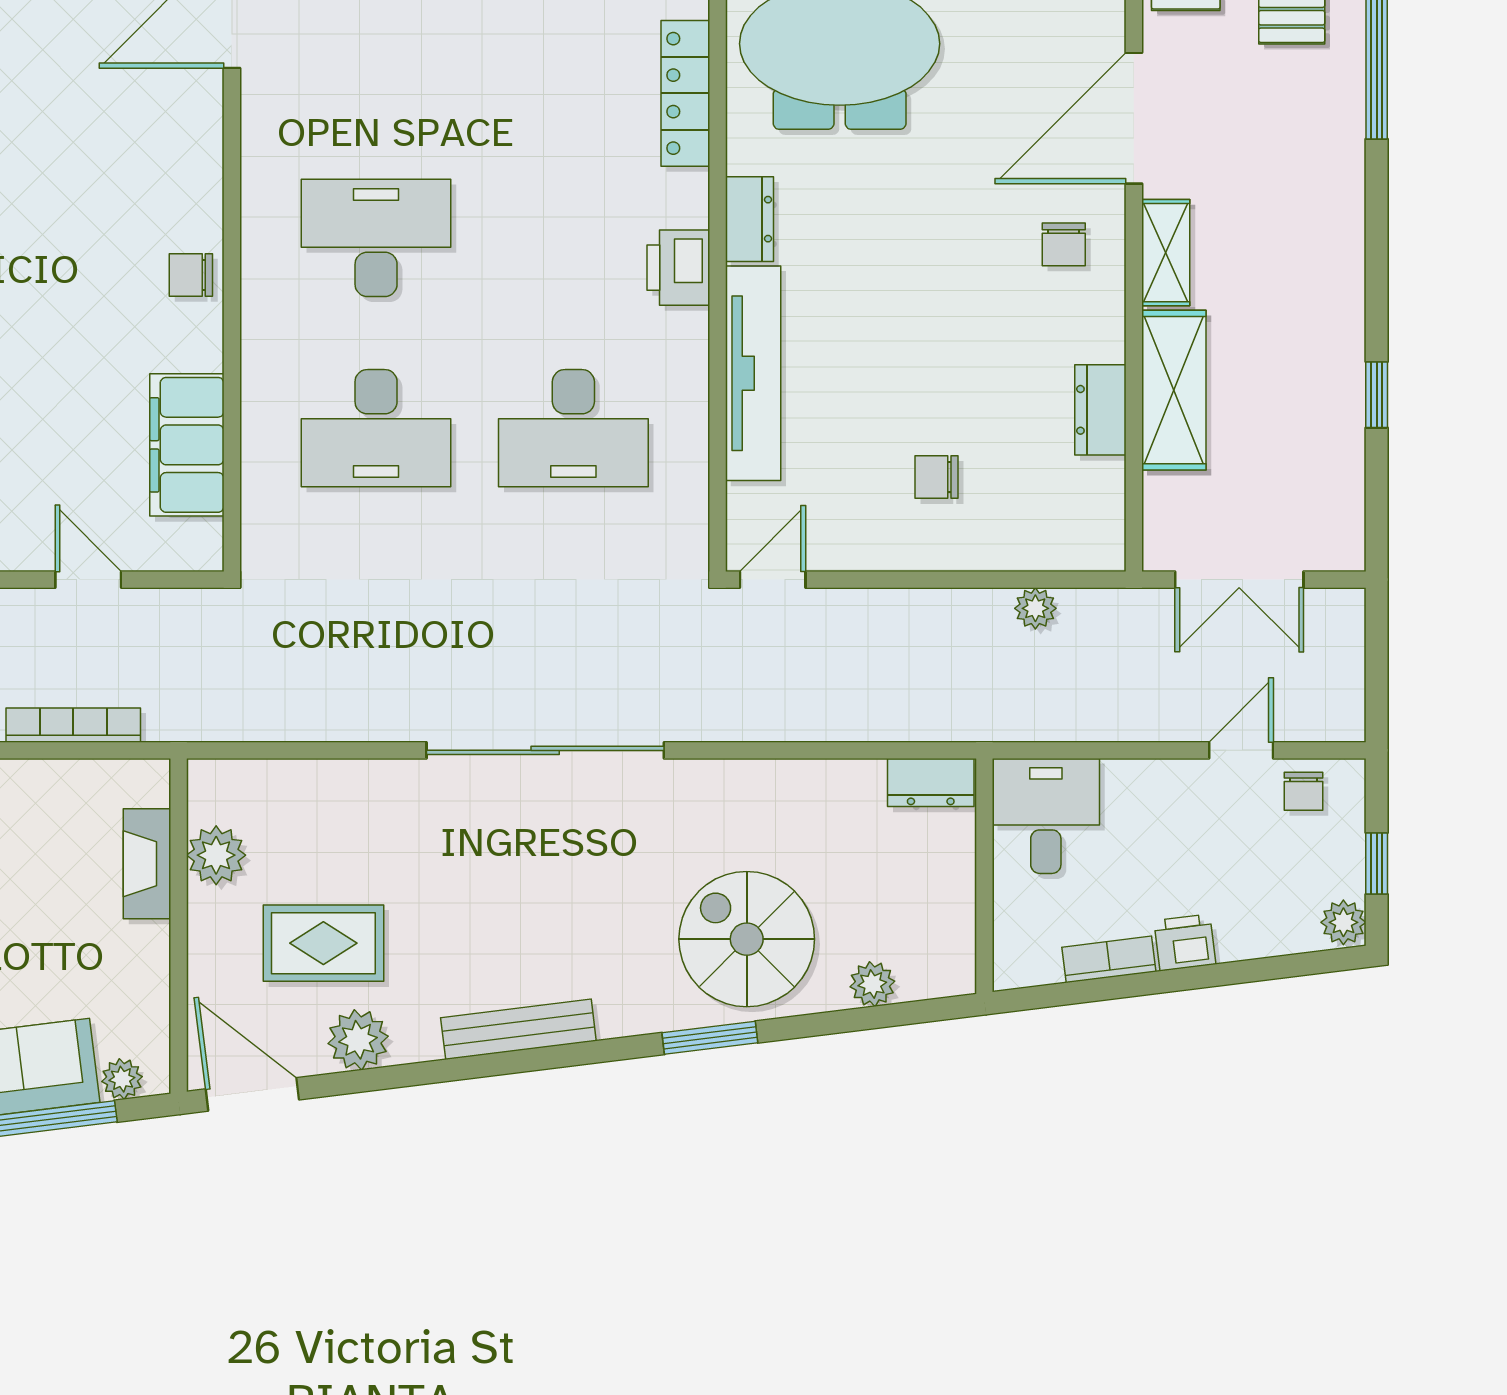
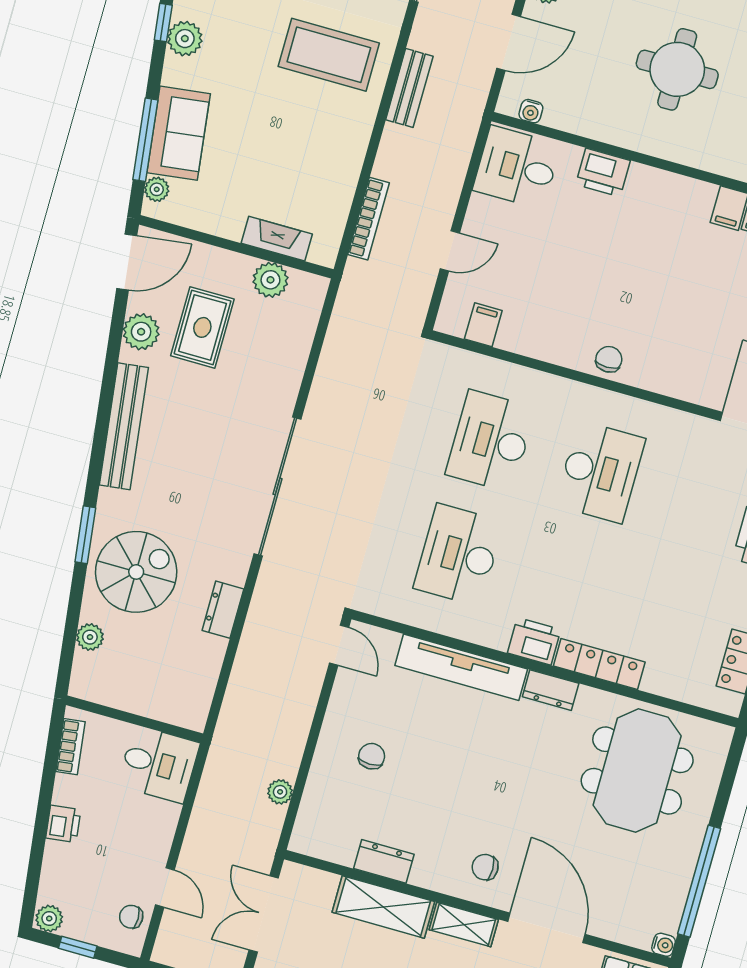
locker: (685, 93) -> (599, 664), moved
filing cabinet: (187, 445) -> (483, 325), width x0.33, depth x0.86
dresser: (931, 783) -> (223, 610), moved
bookcase: (1109, 959) -> (70, 747), moved
bench: (518, 1029) -> (124, 426), width x1.37, depth x1.21

